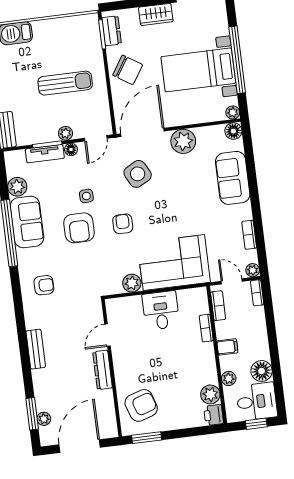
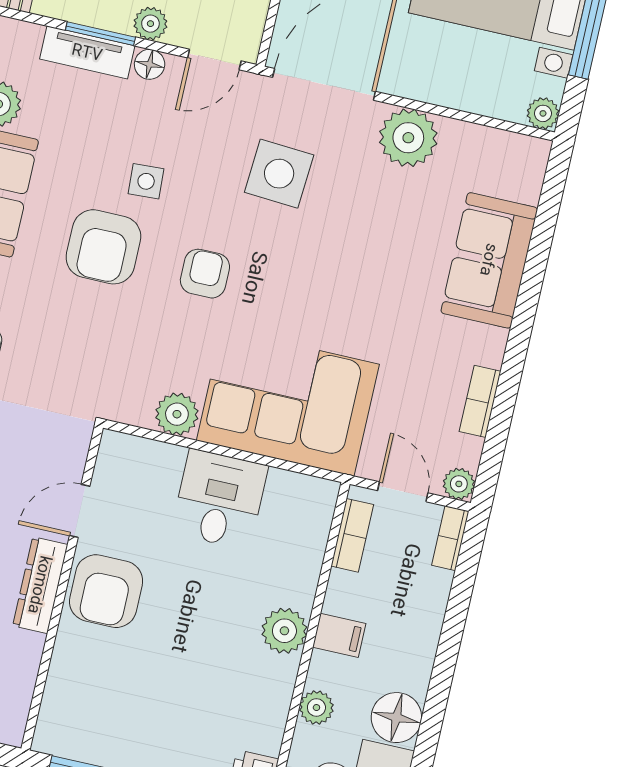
floor lamp: (233, 131) -> (529, 156), removed
side table: (138, 174) -> (279, 174), turned 32
bookcase: (206, 328) -> (307, 576), removed
plant: (210, 394) -> (284, 631), moved
armchair: (141, 405) -> (106, 591), moved, turned 108

